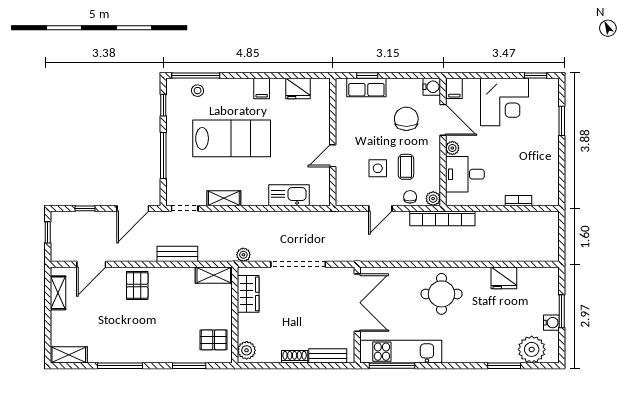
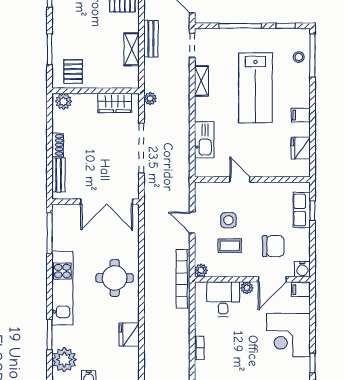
chair: (410, 197) -> (203, 250), removed
shelving: (214, 275) -> (132, 49), moved
kitchen unit: (401, 352) -> (62, 288), moved

